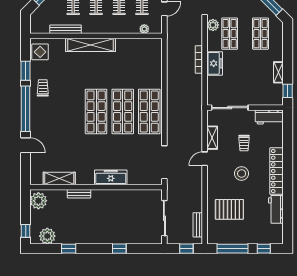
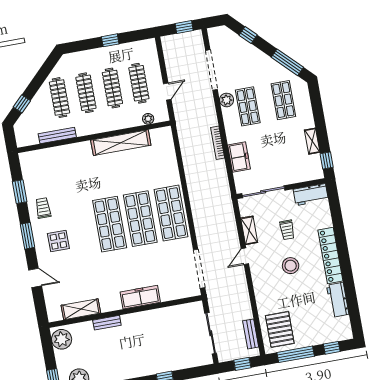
shelving: (91, 45) -> (121, 143), moved
display table: (40, 52) -> (58, 241), moved
freezer: (215, 63) -> (239, 157), moved
window: (26, 109) -> (28, 236), width x0.47
pallet: (229, 209) -> (280, 329), moved, turned 90

